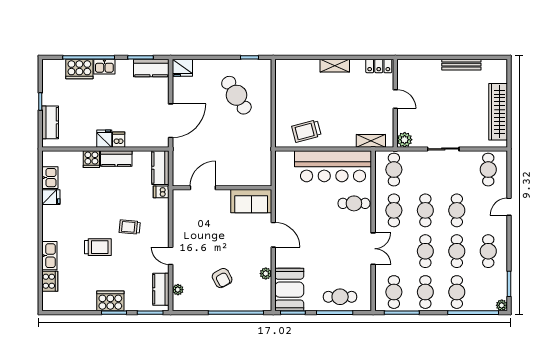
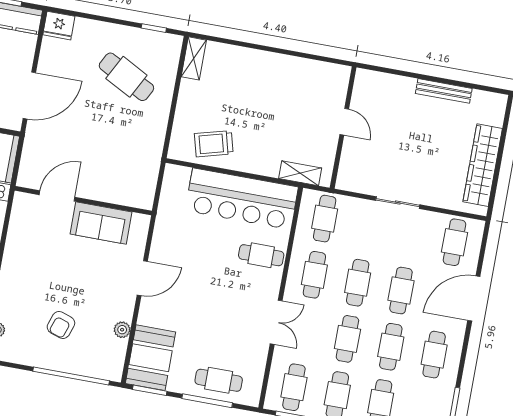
shelving: (335, 66) -> (194, 58), moved, turned 90
locker: (379, 66) -> (330, 72), removed
cafe table: (236, 95) -> (126, 77), turned -30
plant: (405, 140) -> (347, 180), removed
sofa: (251, 201) -> (101, 223), moved
door: (509, 207) -> (474, 299), width x1.88
door: (273, 235) -> (142, 278), hinge flipped
armchair: (222, 278) -> (61, 325), turned 47

